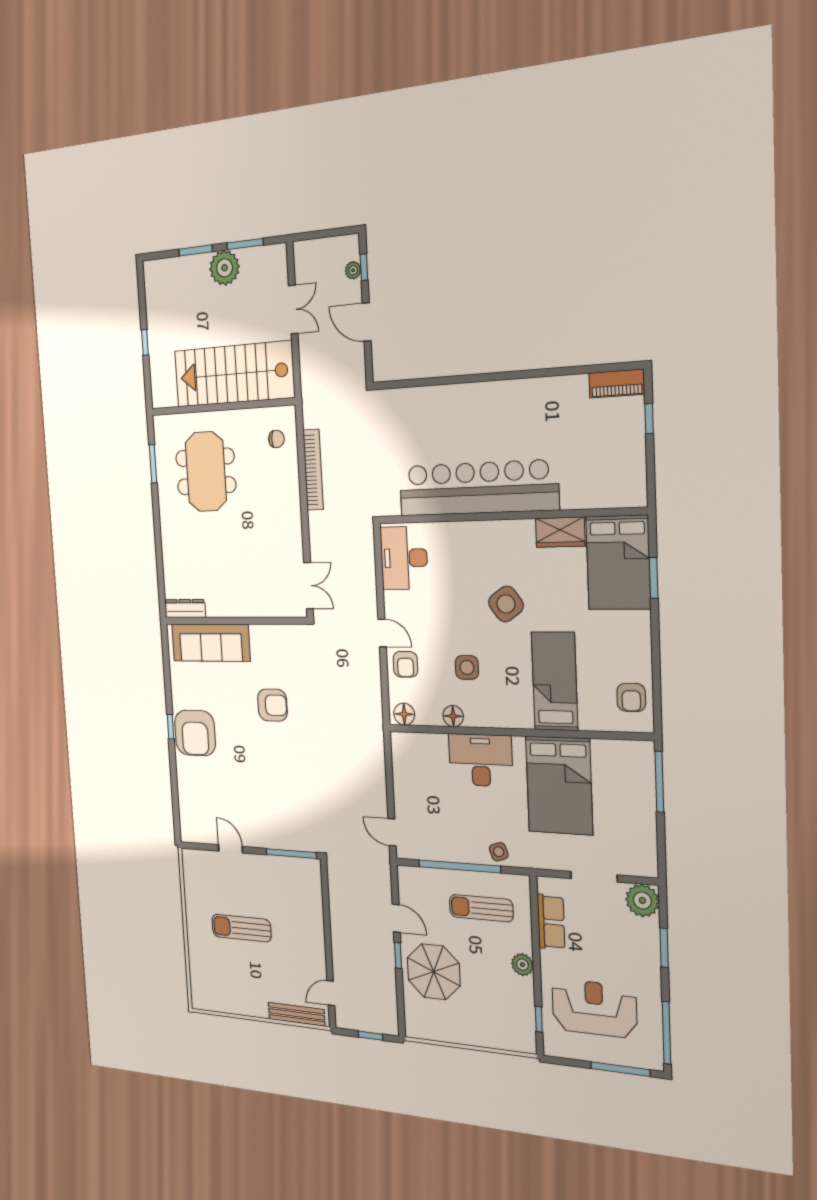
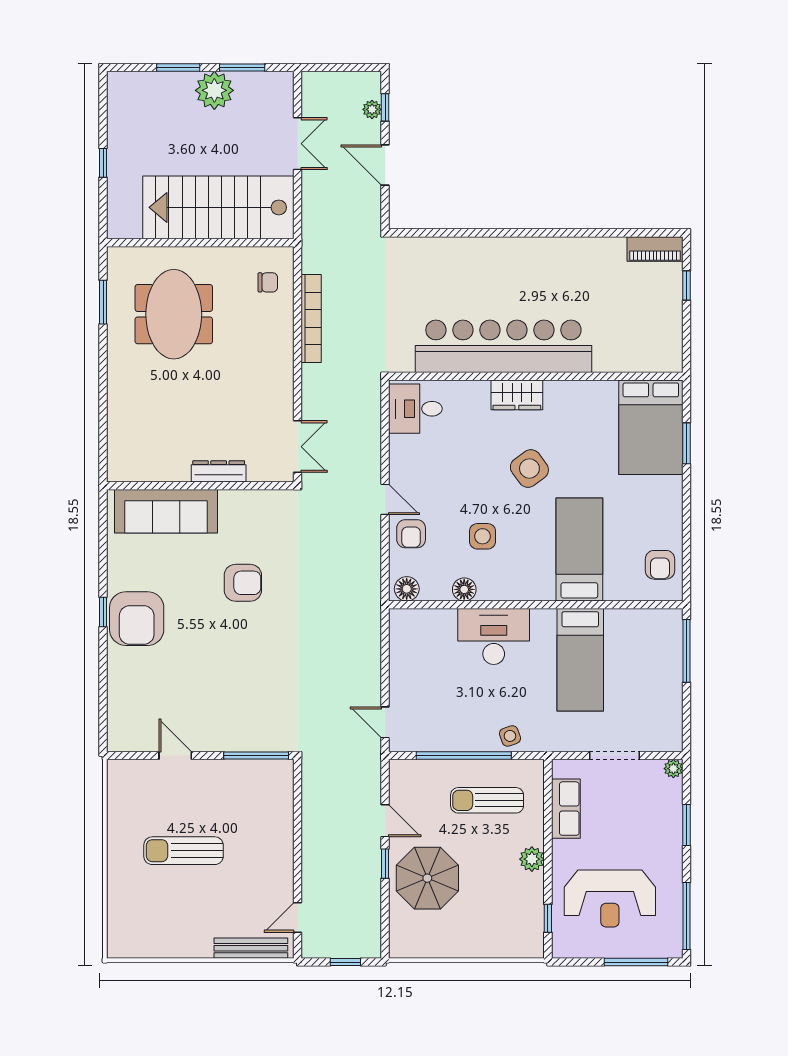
wardrobe: (560, 532) -> (517, 395), moved
desk: (404, 558) -> (415, 409), width x0.73
dresser: (185, 609) -> (219, 471), moved
bed: (559, 785) -> (580, 660), width x0.67
plant: (642, 900) -> (673, 769), width x0.53, depth x0.53
reception desk: (594, 1008) -> (610, 899), turned 180

